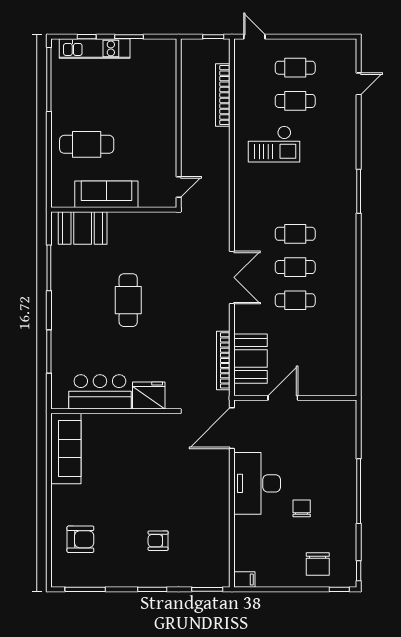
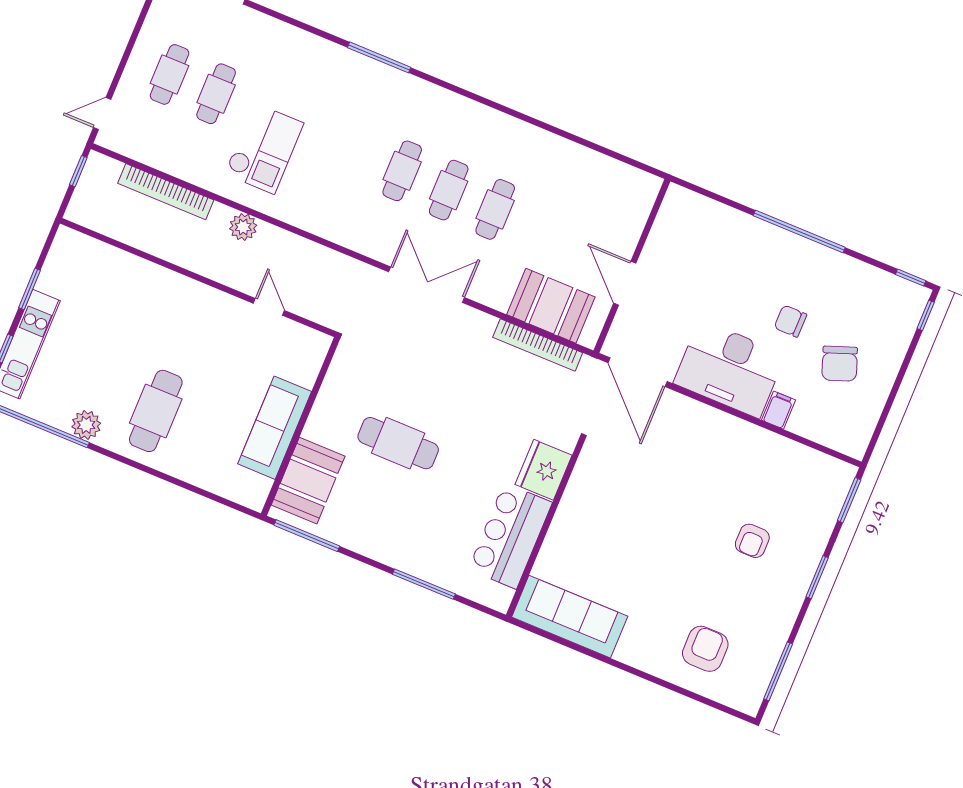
plant: (61, 105) -> (86, 425), added
plant: (221, 151) -> (243, 227), added
sofa: (106, 194) -> (275, 428), moved
wall: (114, 210) -> (300, 426), moved
booth: (83, 228) -> (308, 481), moved
chair: (318, 564) -> (840, 364), moved, turned 70
filing cabinet: (244, 580) -> (779, 410), moved

